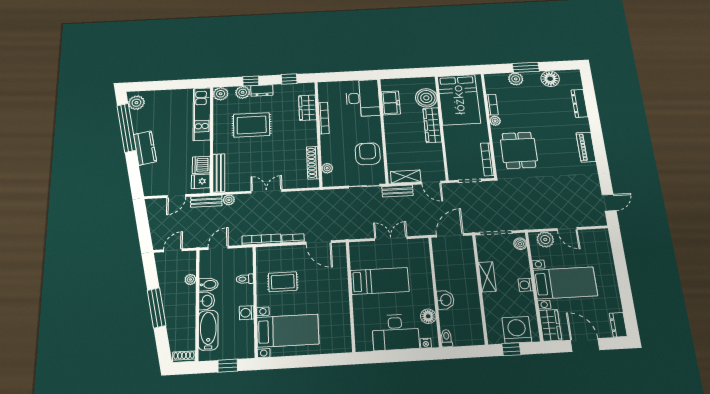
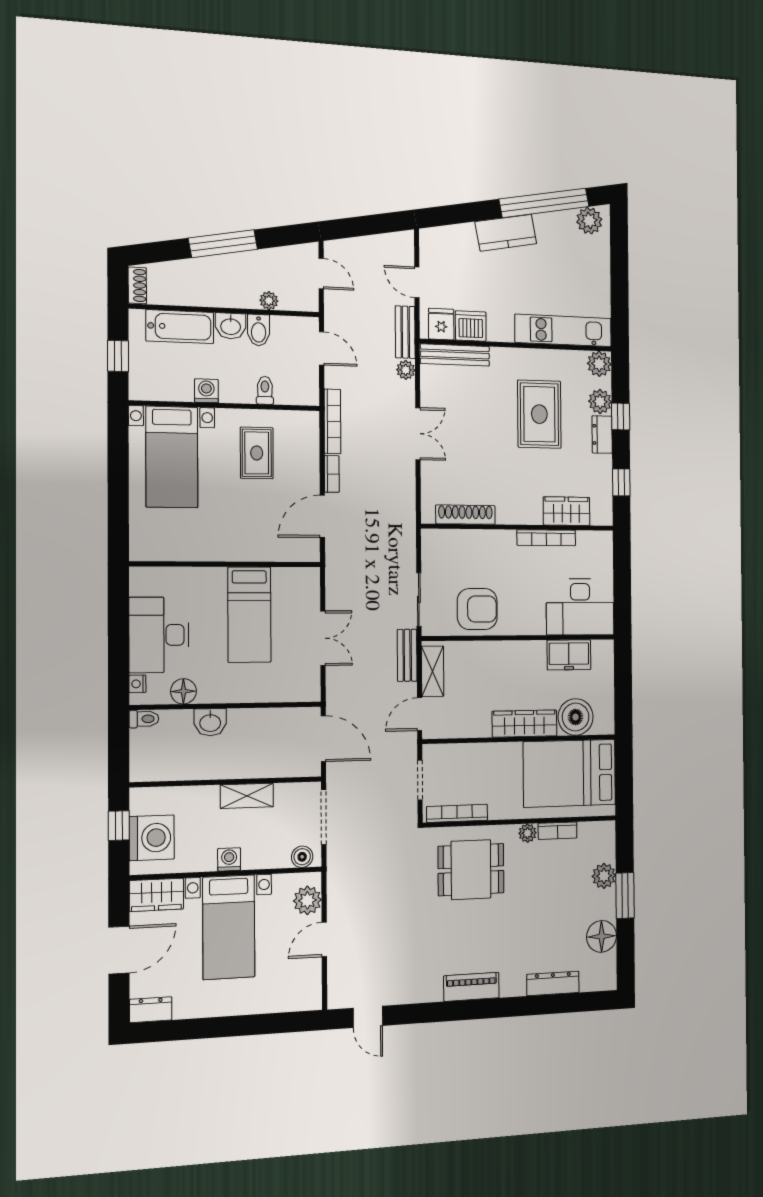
plant: (327, 168) -> (454, 538), removed

